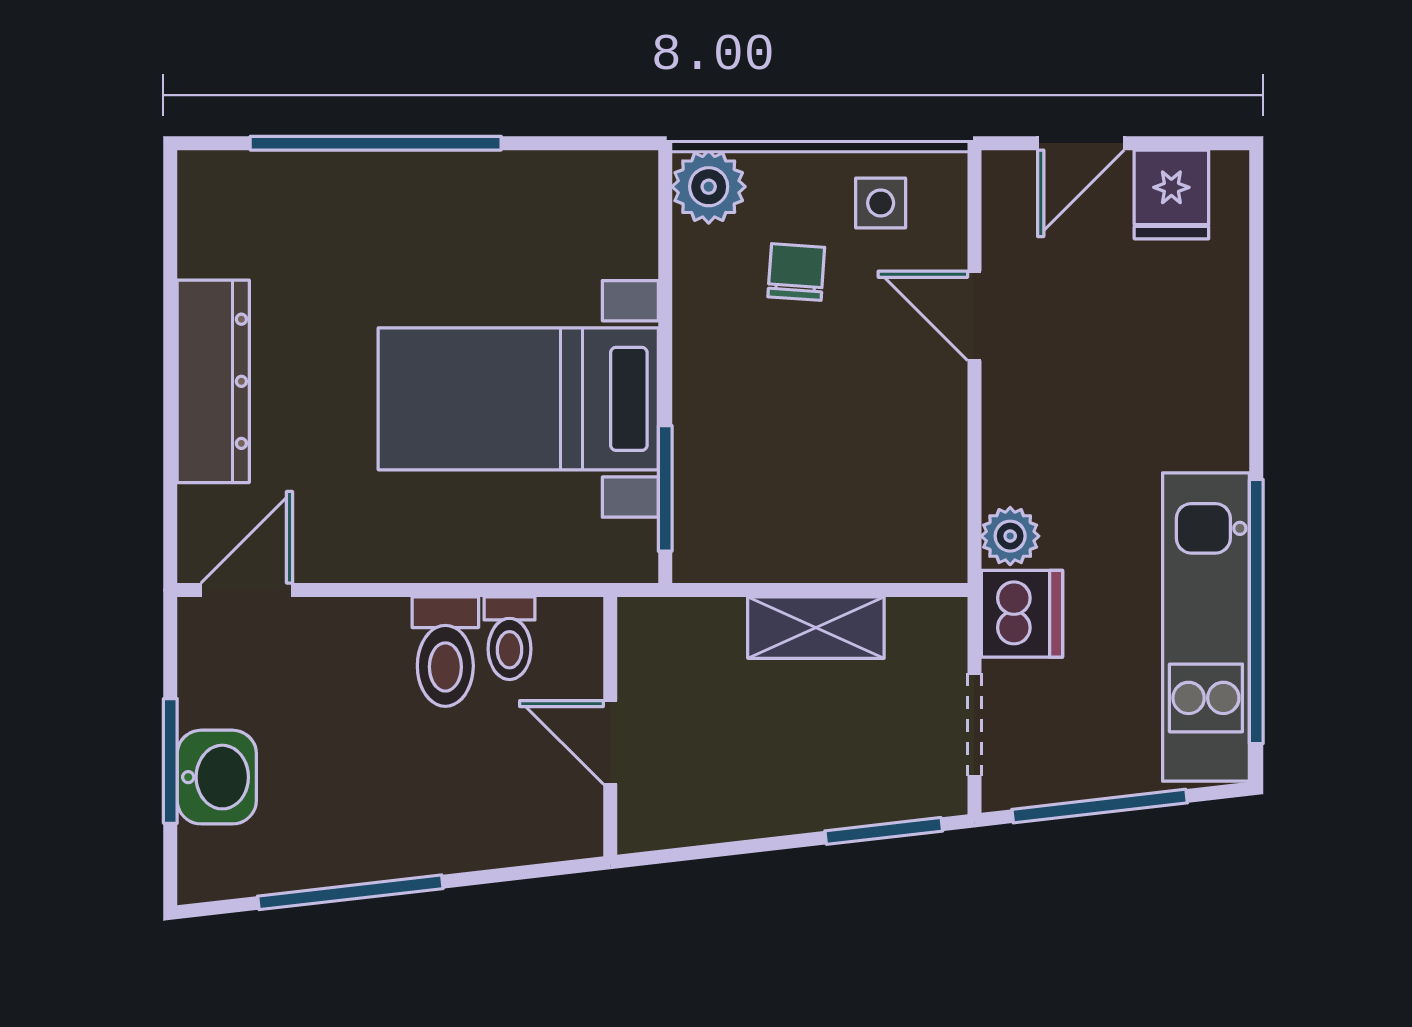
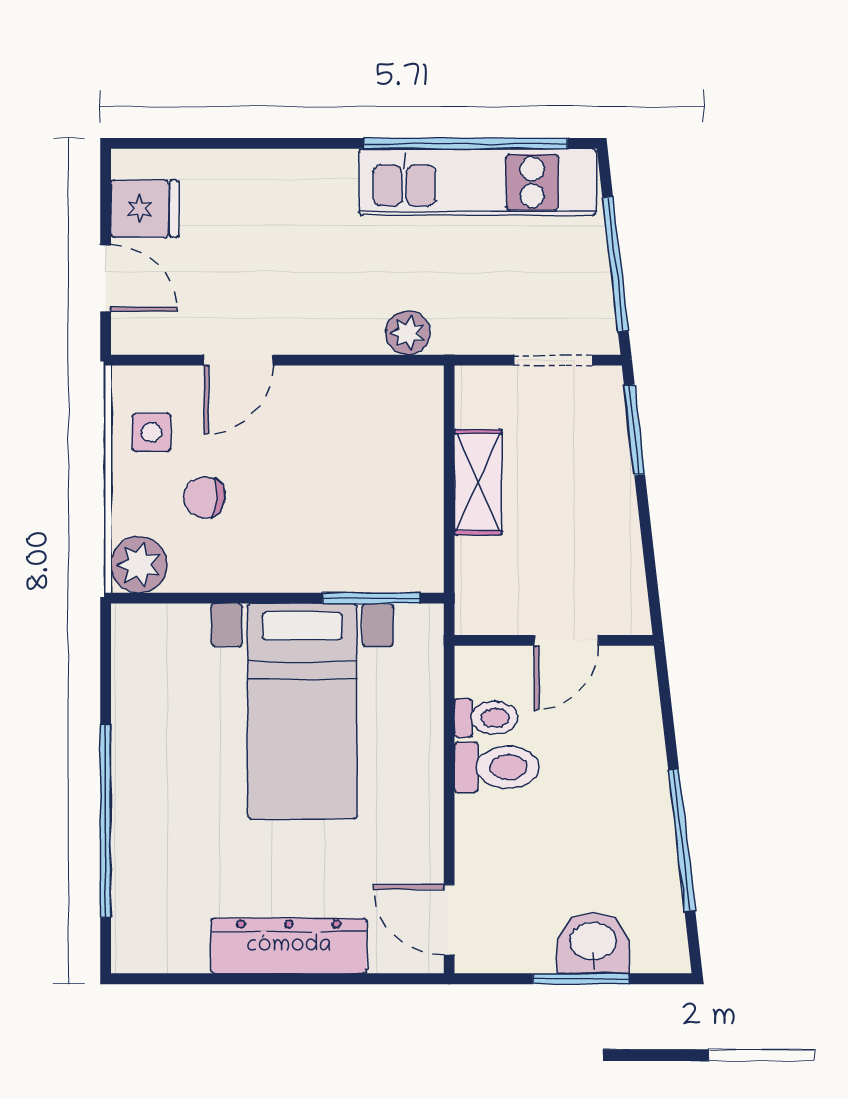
dishwasher: (1022, 614) -> (467, 324), removed

